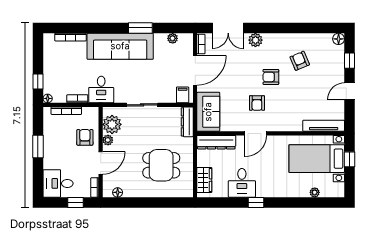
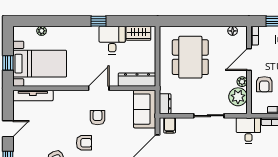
dresser: (187, 122) -> (165, 104), width x0.70
dining table: (161, 165) -> (190, 57), width x1.37
wardrobe: (204, 180) -> (138, 33), moved, turned -90

